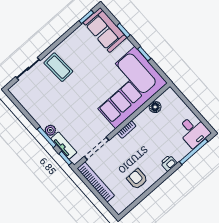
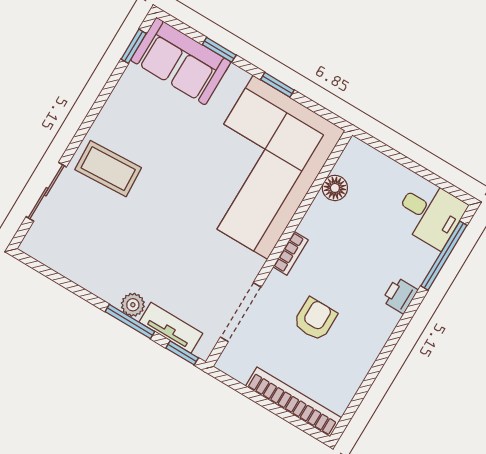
armchair: (137, 179) -> (315, 319), moved, turned 90
bookcase: (96, 182) -> (293, 402), moved

